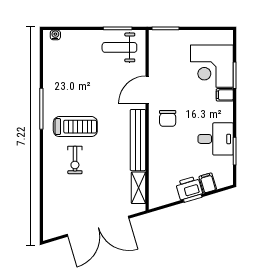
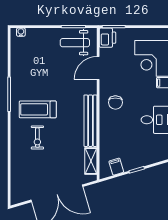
door: (147, 90) -> (98, 68), moved
treadmill: (75, 127) -> (38, 109), turned 180
filing cabinet: (208, 183) -> (116, 167), moved
printer: (189, 188) -> (107, 38), moved, turned 106

